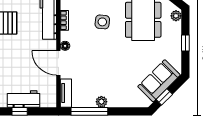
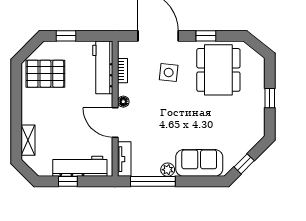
plant: (176, 16) -> (258, 65), removed
sofa: (159, 81) -> (199, 163), moved, turned 45
workbench: (23, 99) -> (80, 166), width x1.38

